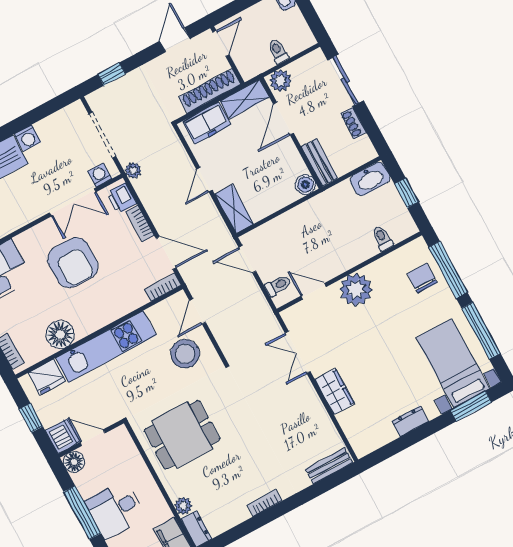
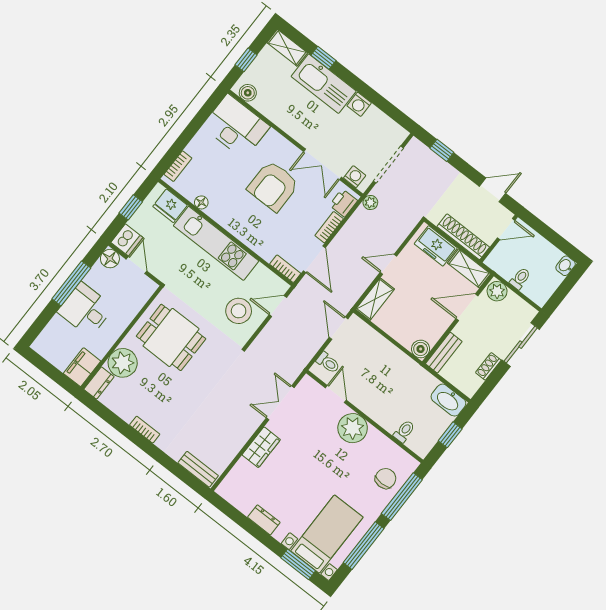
floor lamp: (60, 334) -> (201, 202), width x0.53, depth x0.53
plant: (183, 506) -> (123, 363), width x1.88, depth x1.88

